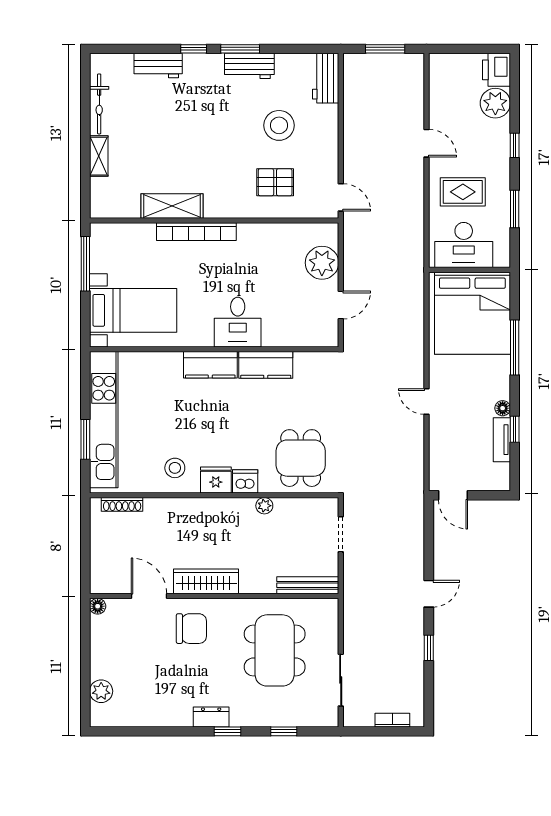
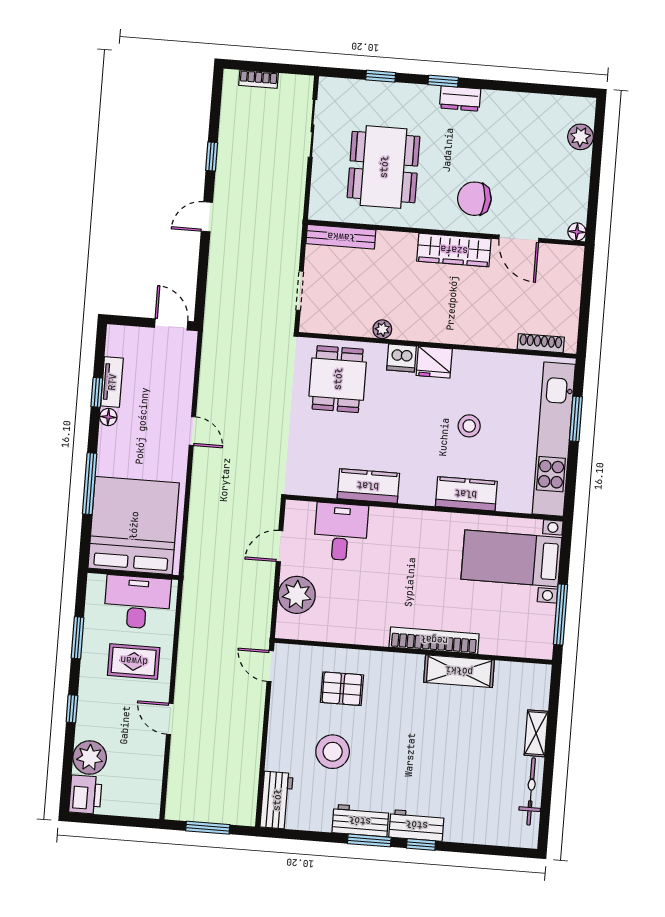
workbench: (158, 65) -> (417, 825), moved
desk: (238, 322) -> (341, 532), moved
kitchen counter: (210, 365) -> (466, 494), moved
stool: (175, 468) -> (469, 426), moved

